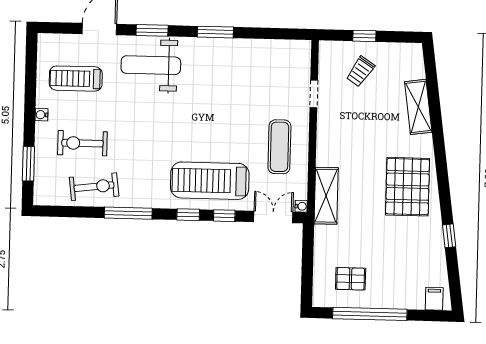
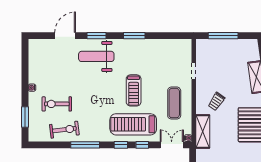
window: (364, 36) -> (223, 36), width x2.17
trolley: (360, 71) -> (216, 101), moved
treadmill: (76, 79) -> (134, 90), moved, turned -90

